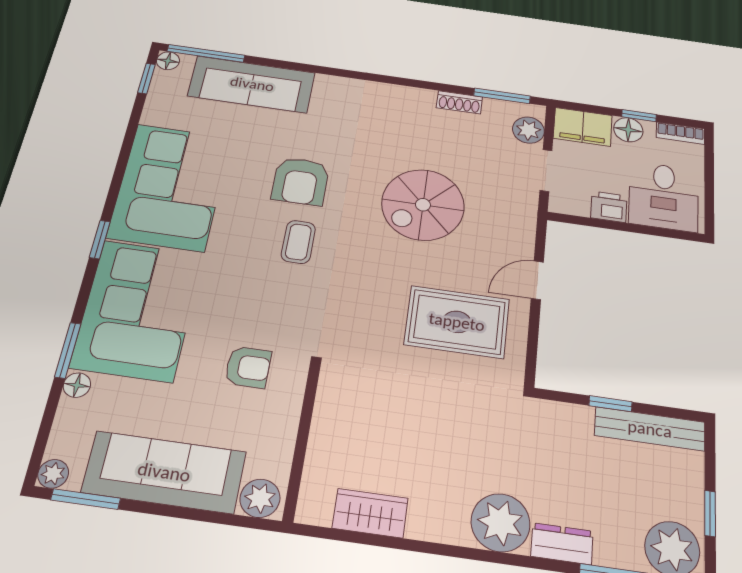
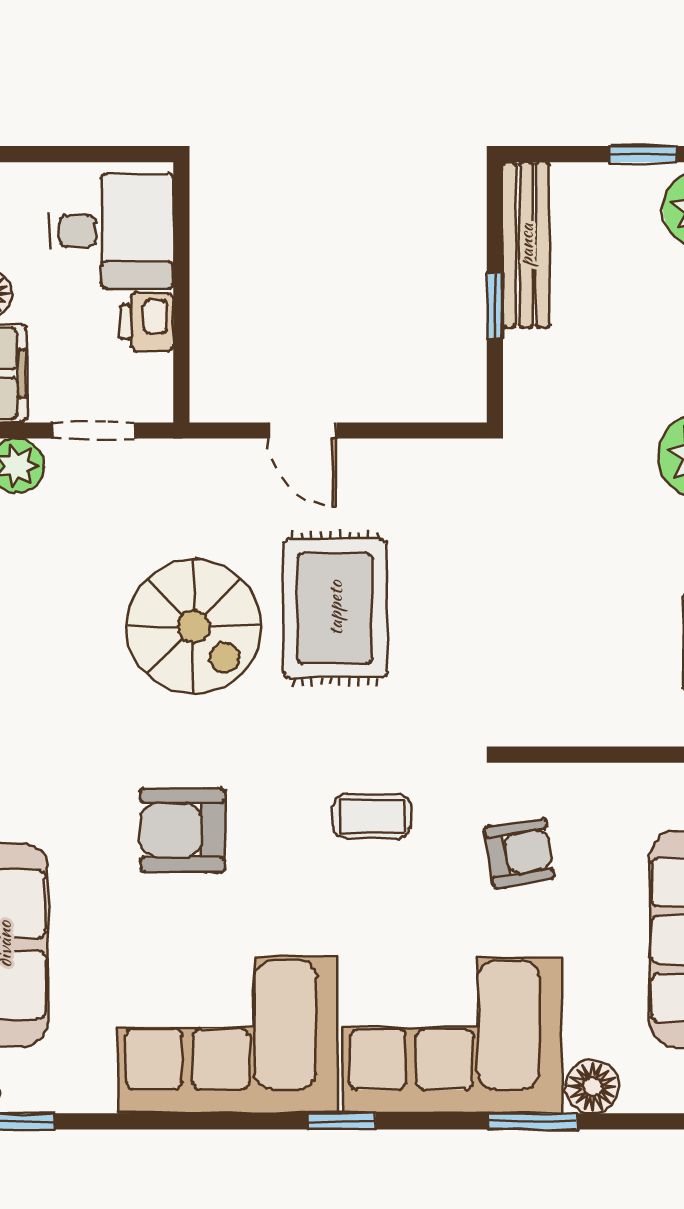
armchair: (301, 181) -> (183, 830), turned 180
coffee table: (298, 242) -> (372, 816), moved
rug: (457, 322) -> (335, 608), moved
armchair: (248, 367) -> (519, 853), turned 81
floor lamp: (77, 385) -> (592, 1087), width x1.37, depth x1.37

